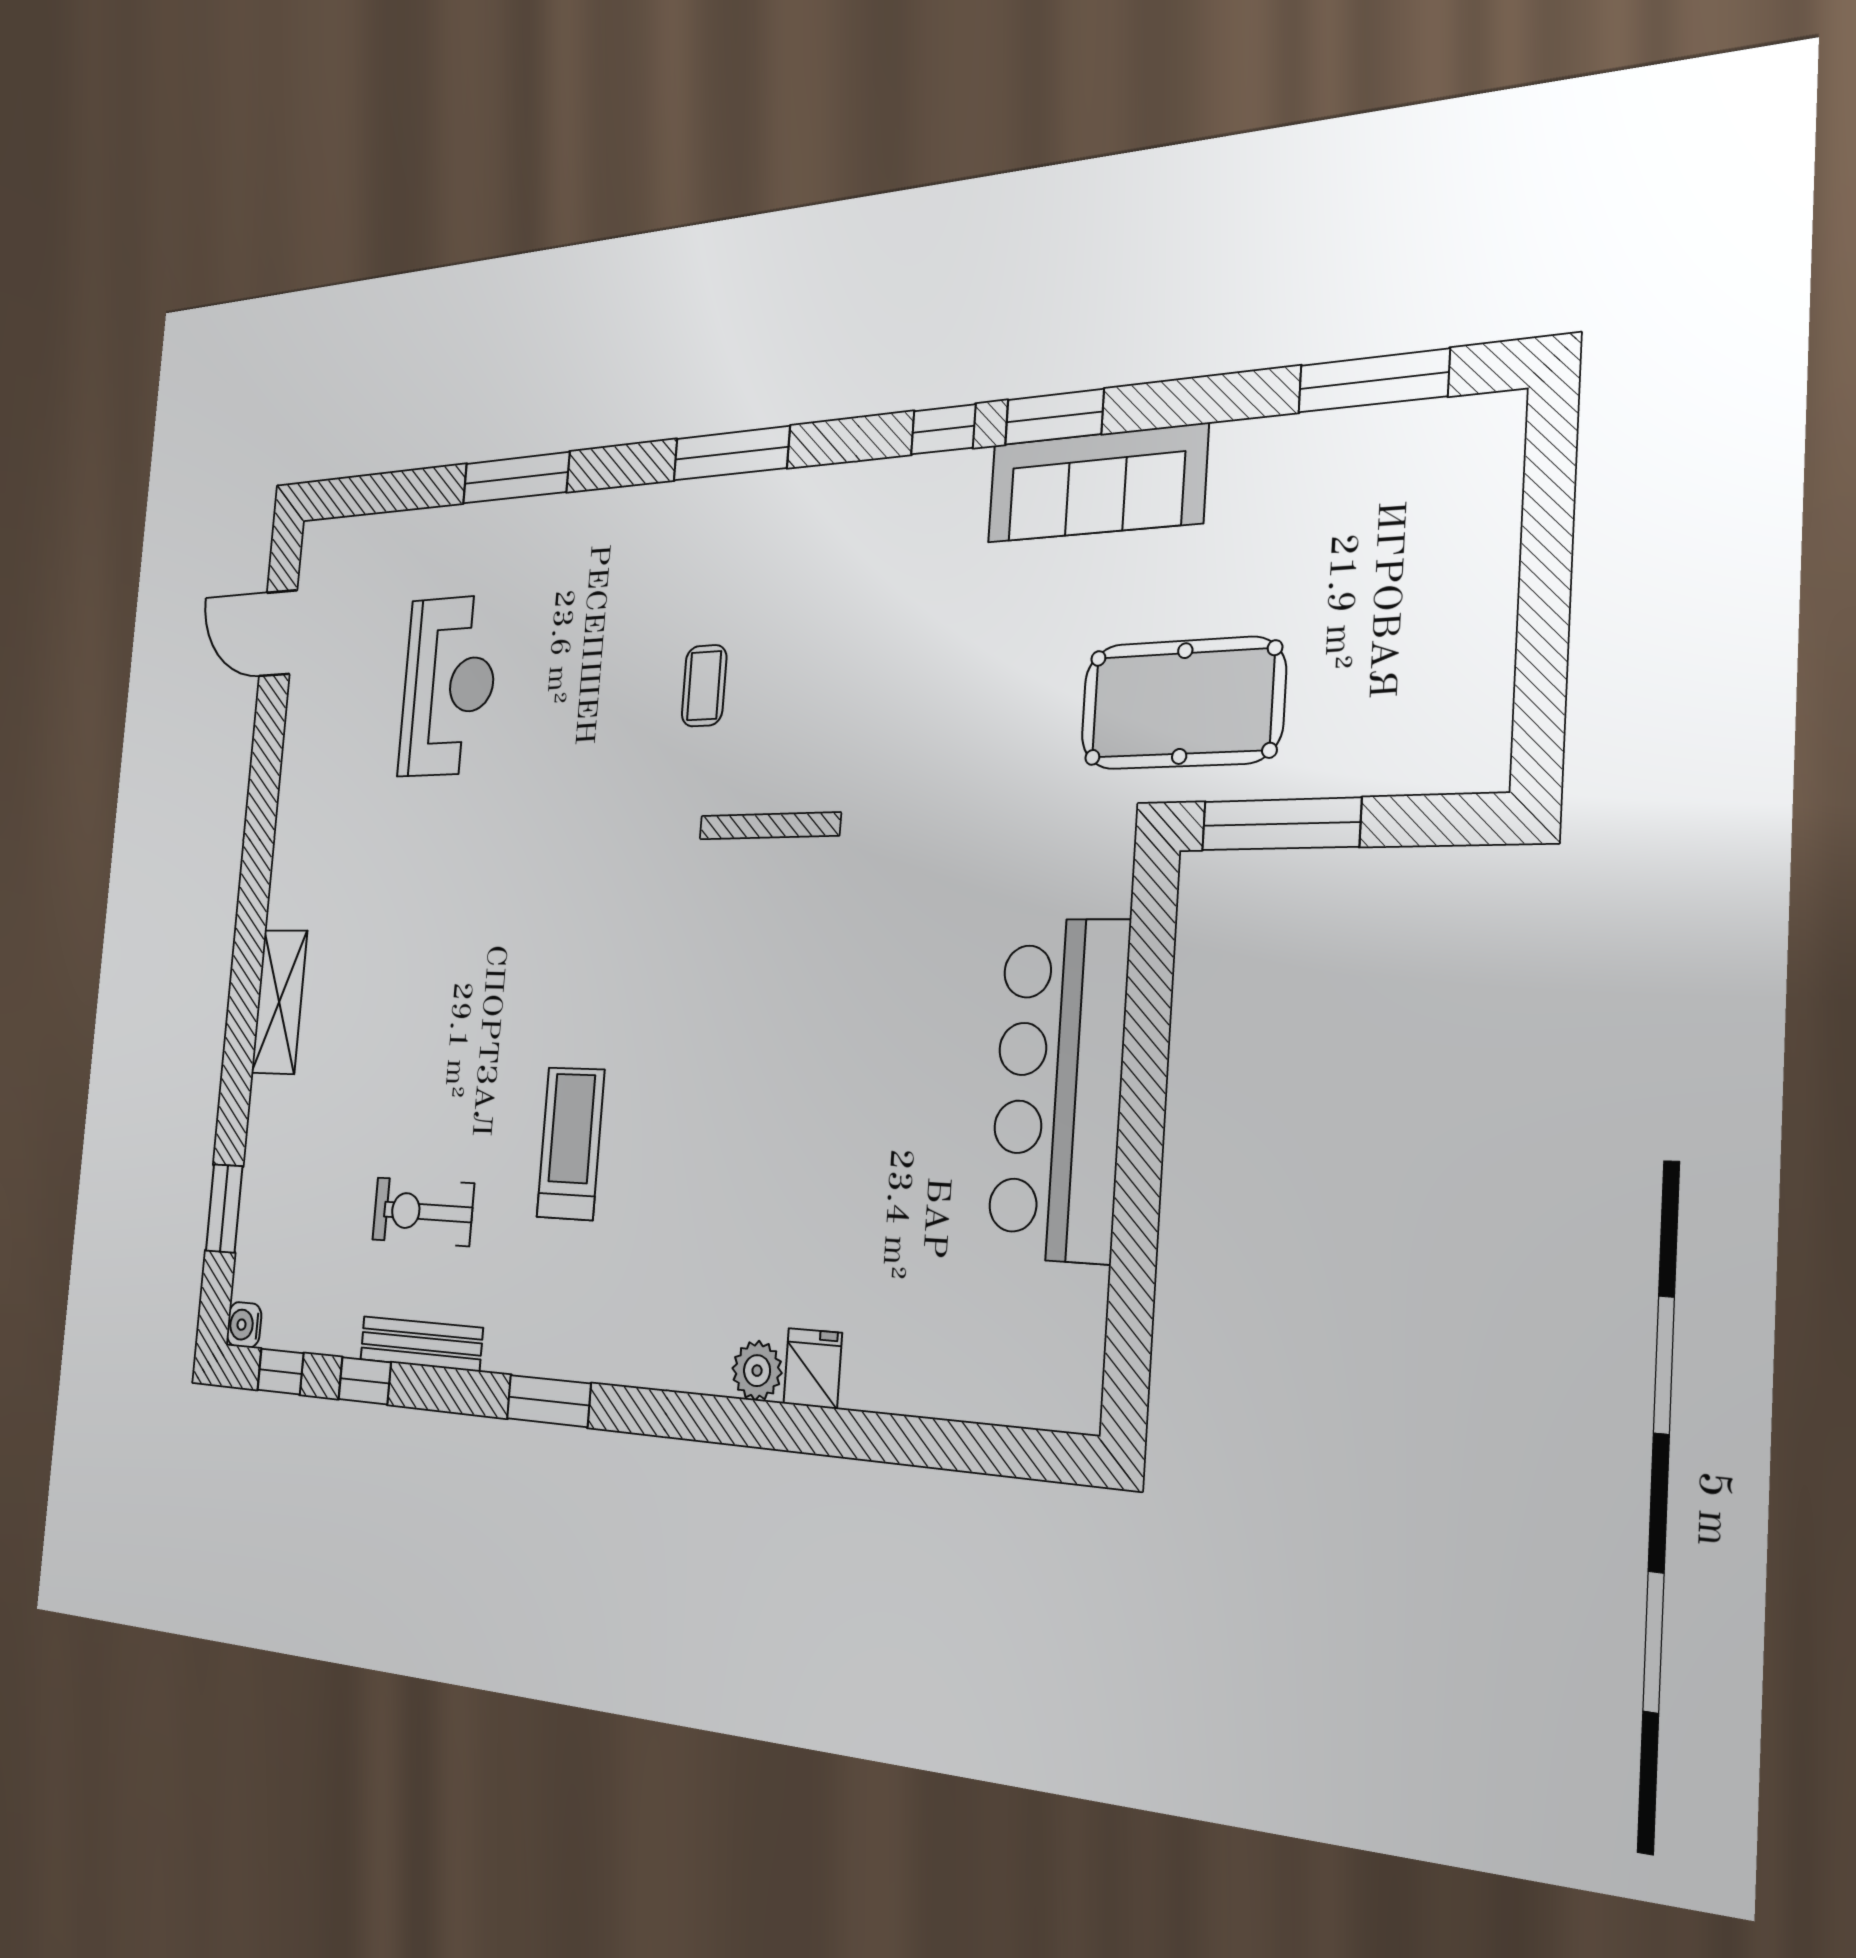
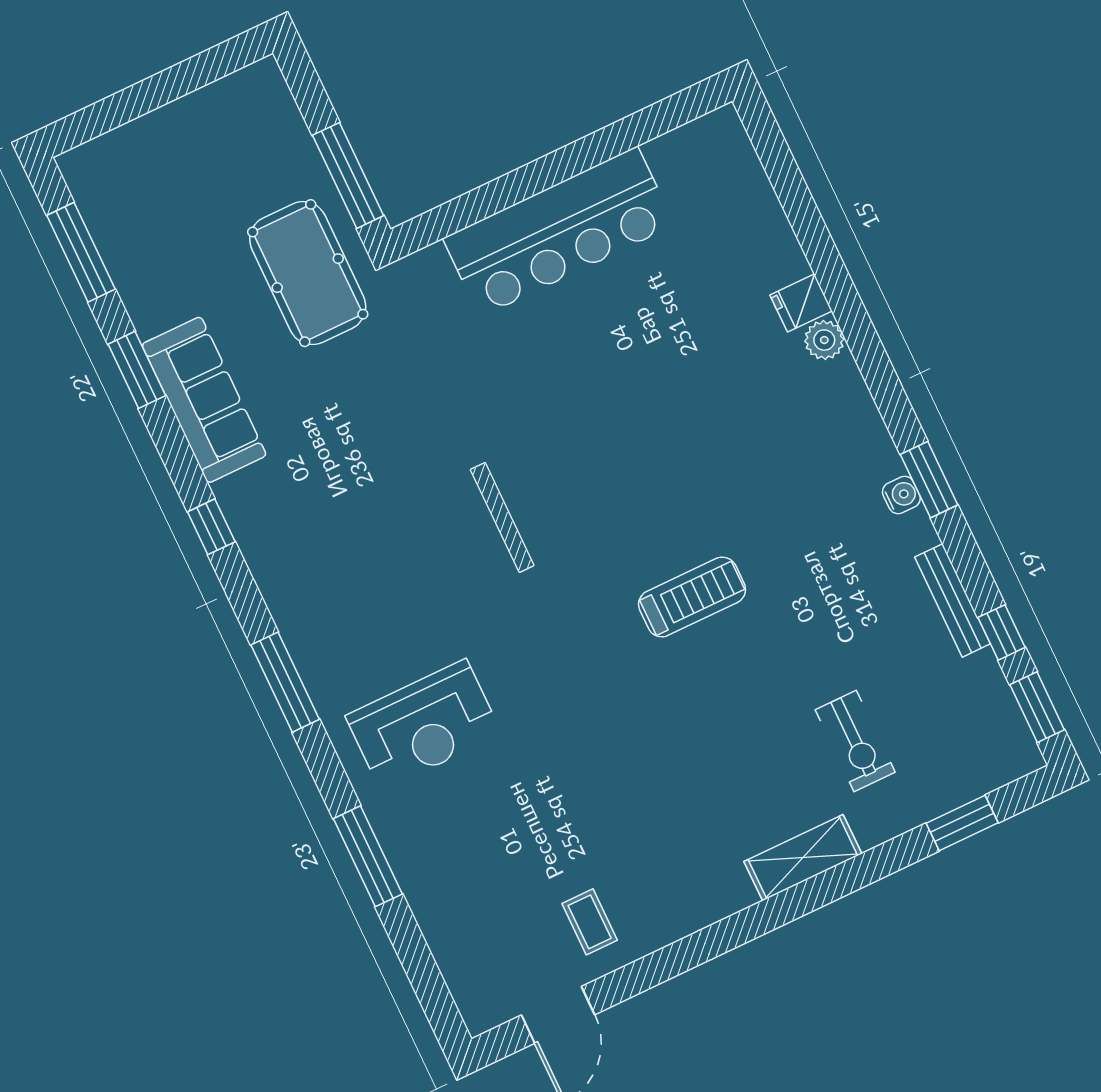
window: (1054, 417) -> (137, 370), moved
reception desk: (449, 686) -> (424, 725), moved, turned 180
coffee table: (704, 686) -> (590, 922), moved, turned 90
treadmill: (571, 1143) -> (692, 597), moved, turned 180
exercise bike: (423, 1212) -> (855, 741), moved
water cooler: (244, 1325) -> (901, 495), moved, turned -90
window: (280, 1372) -> (1037, 707), width x1.50

